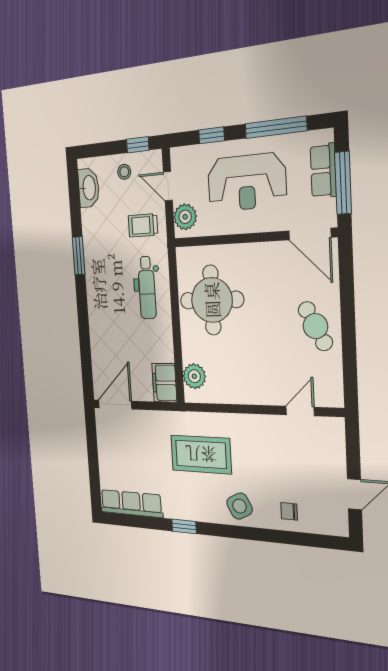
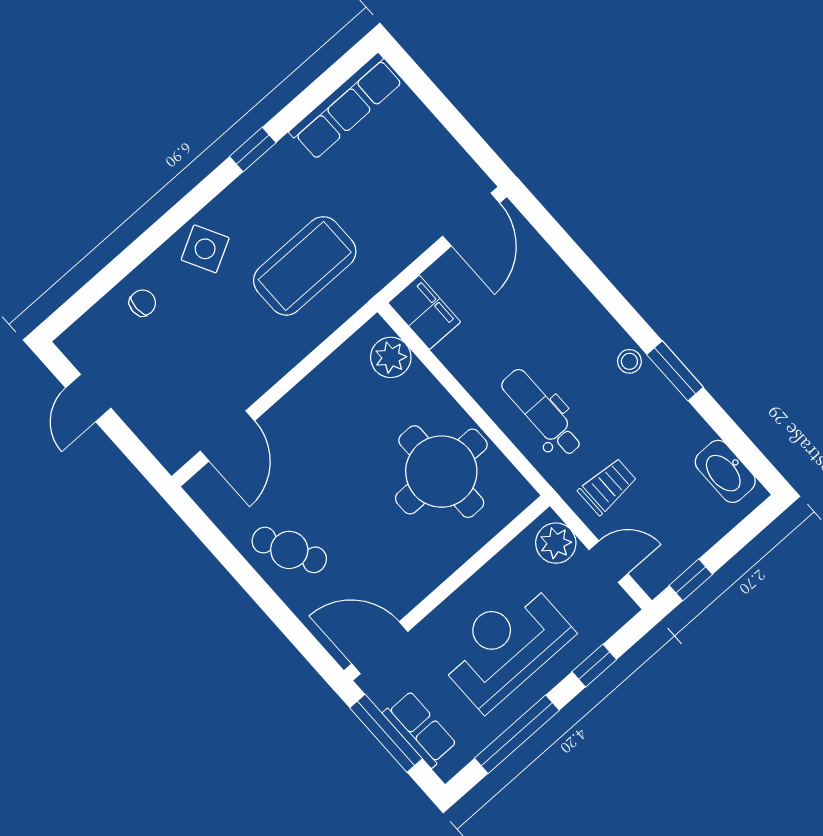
stool: (124, 172) -> (629, 361), moved
door: (300, 411) -> (227, 436), width x1.38

